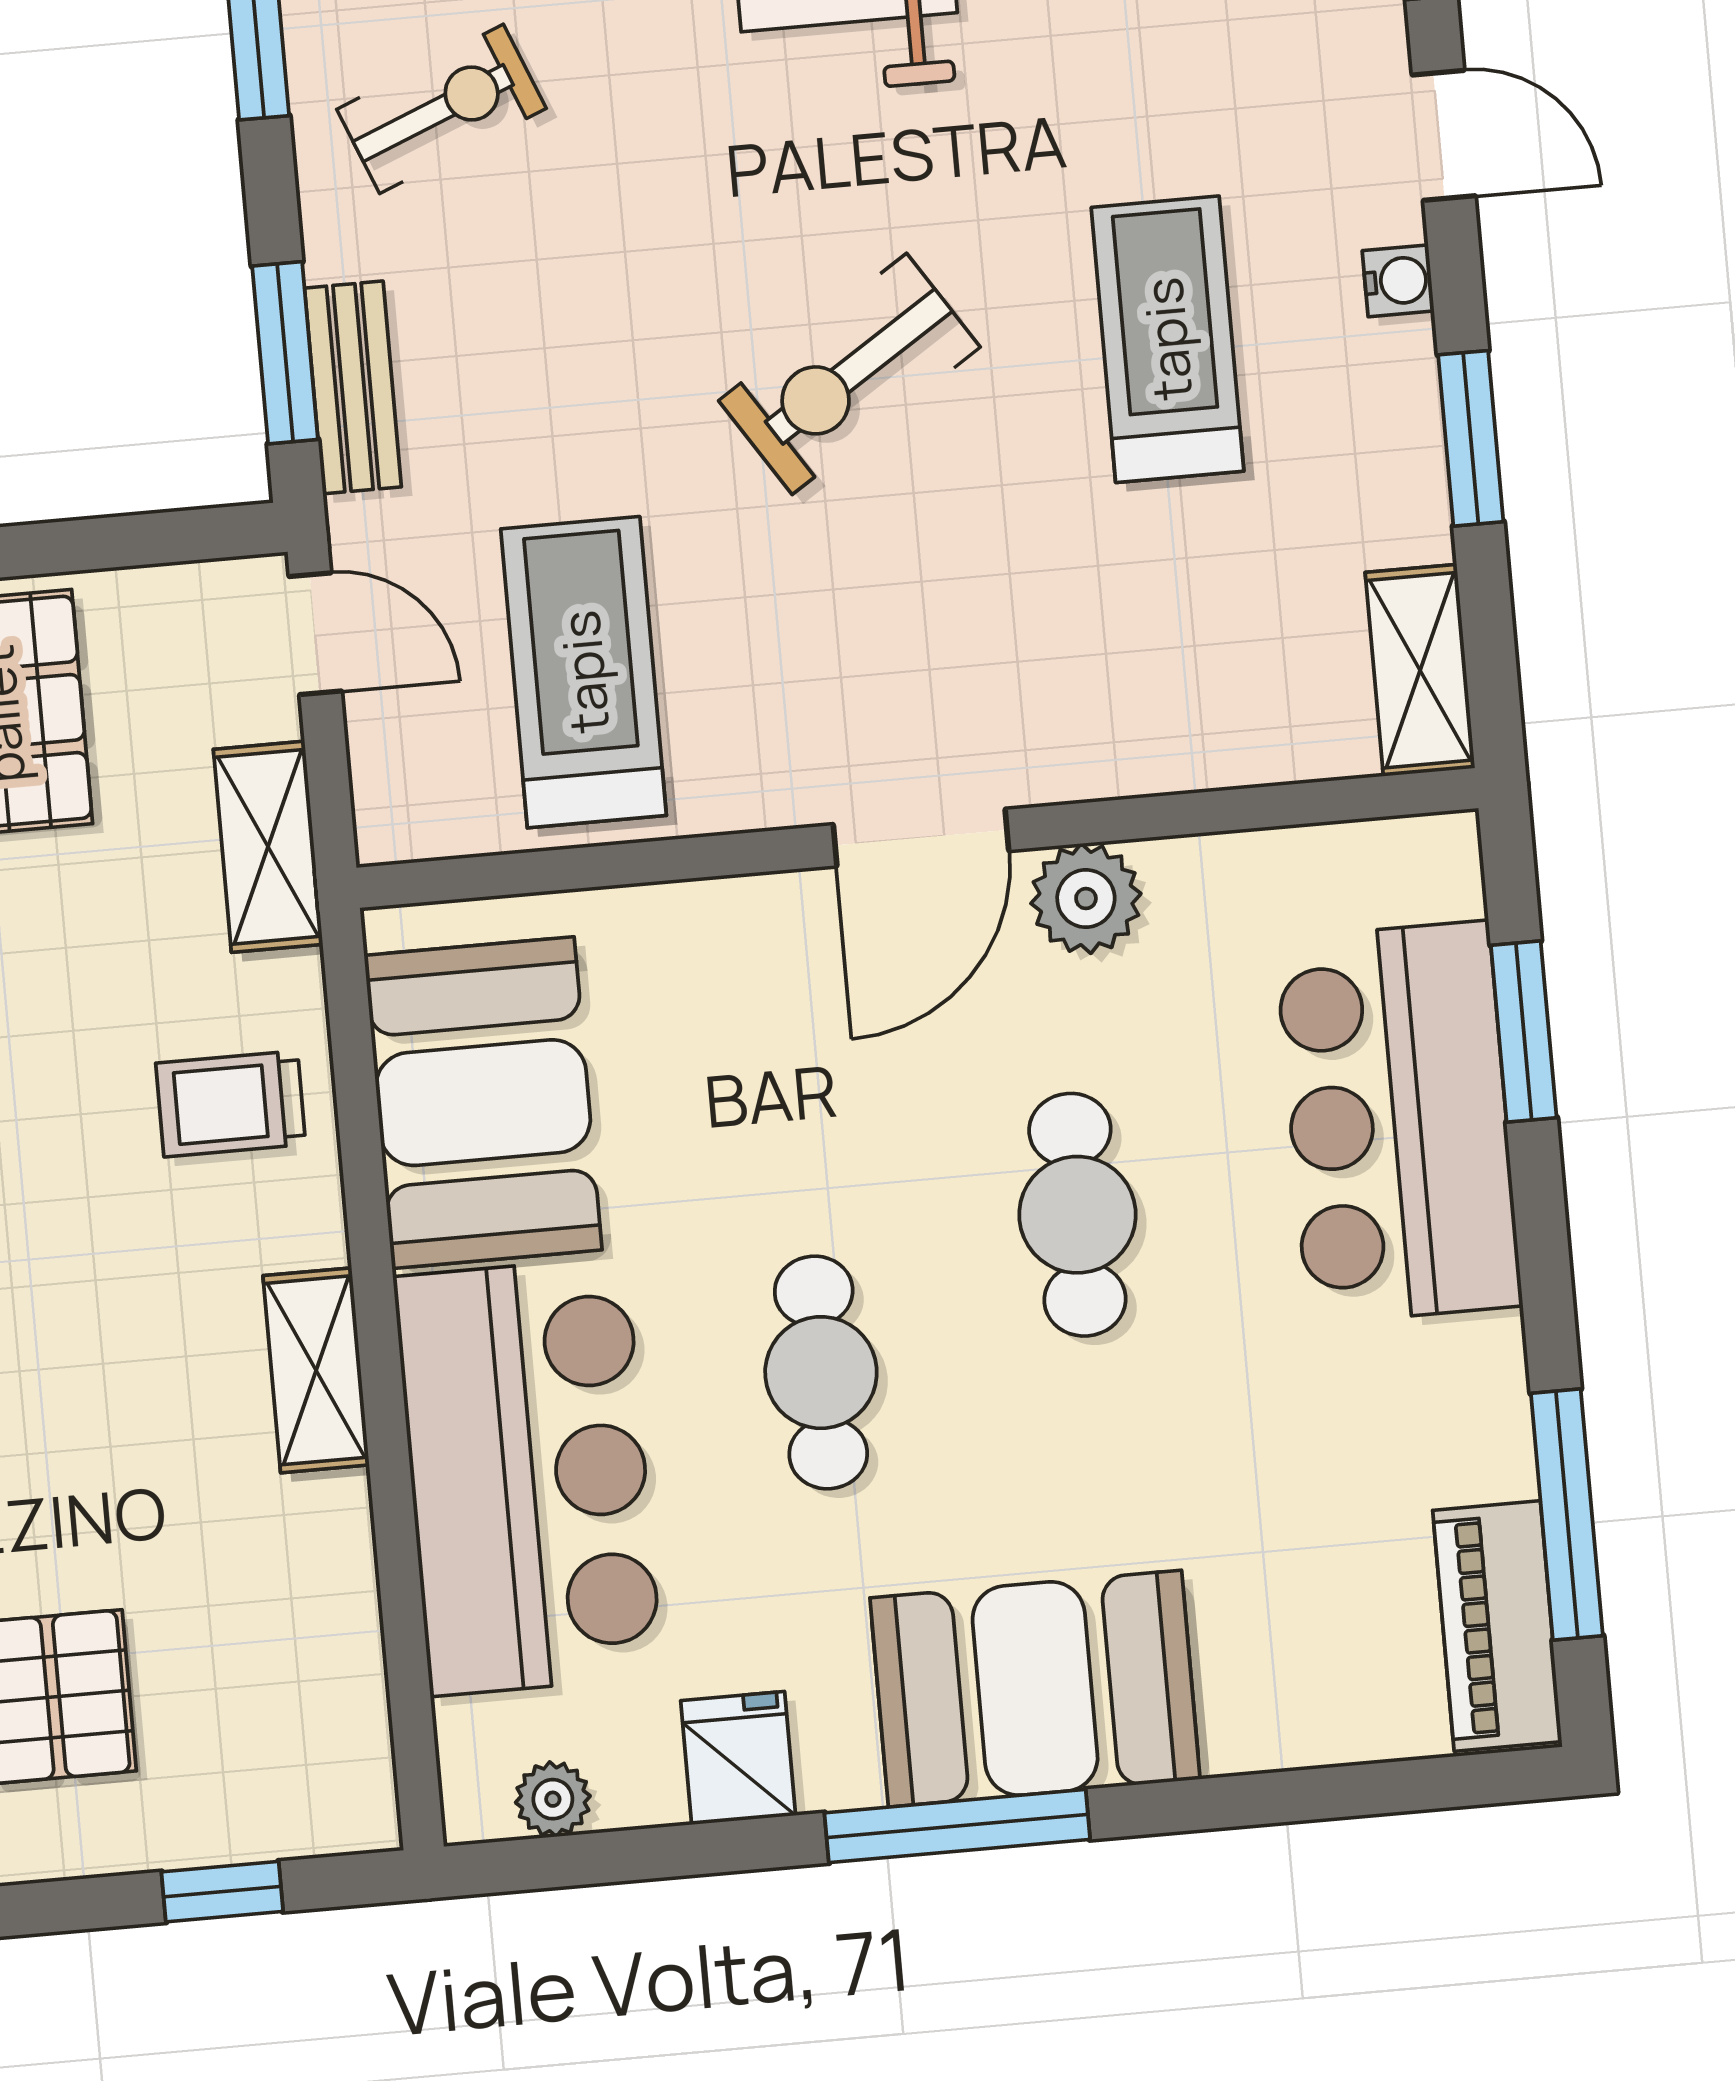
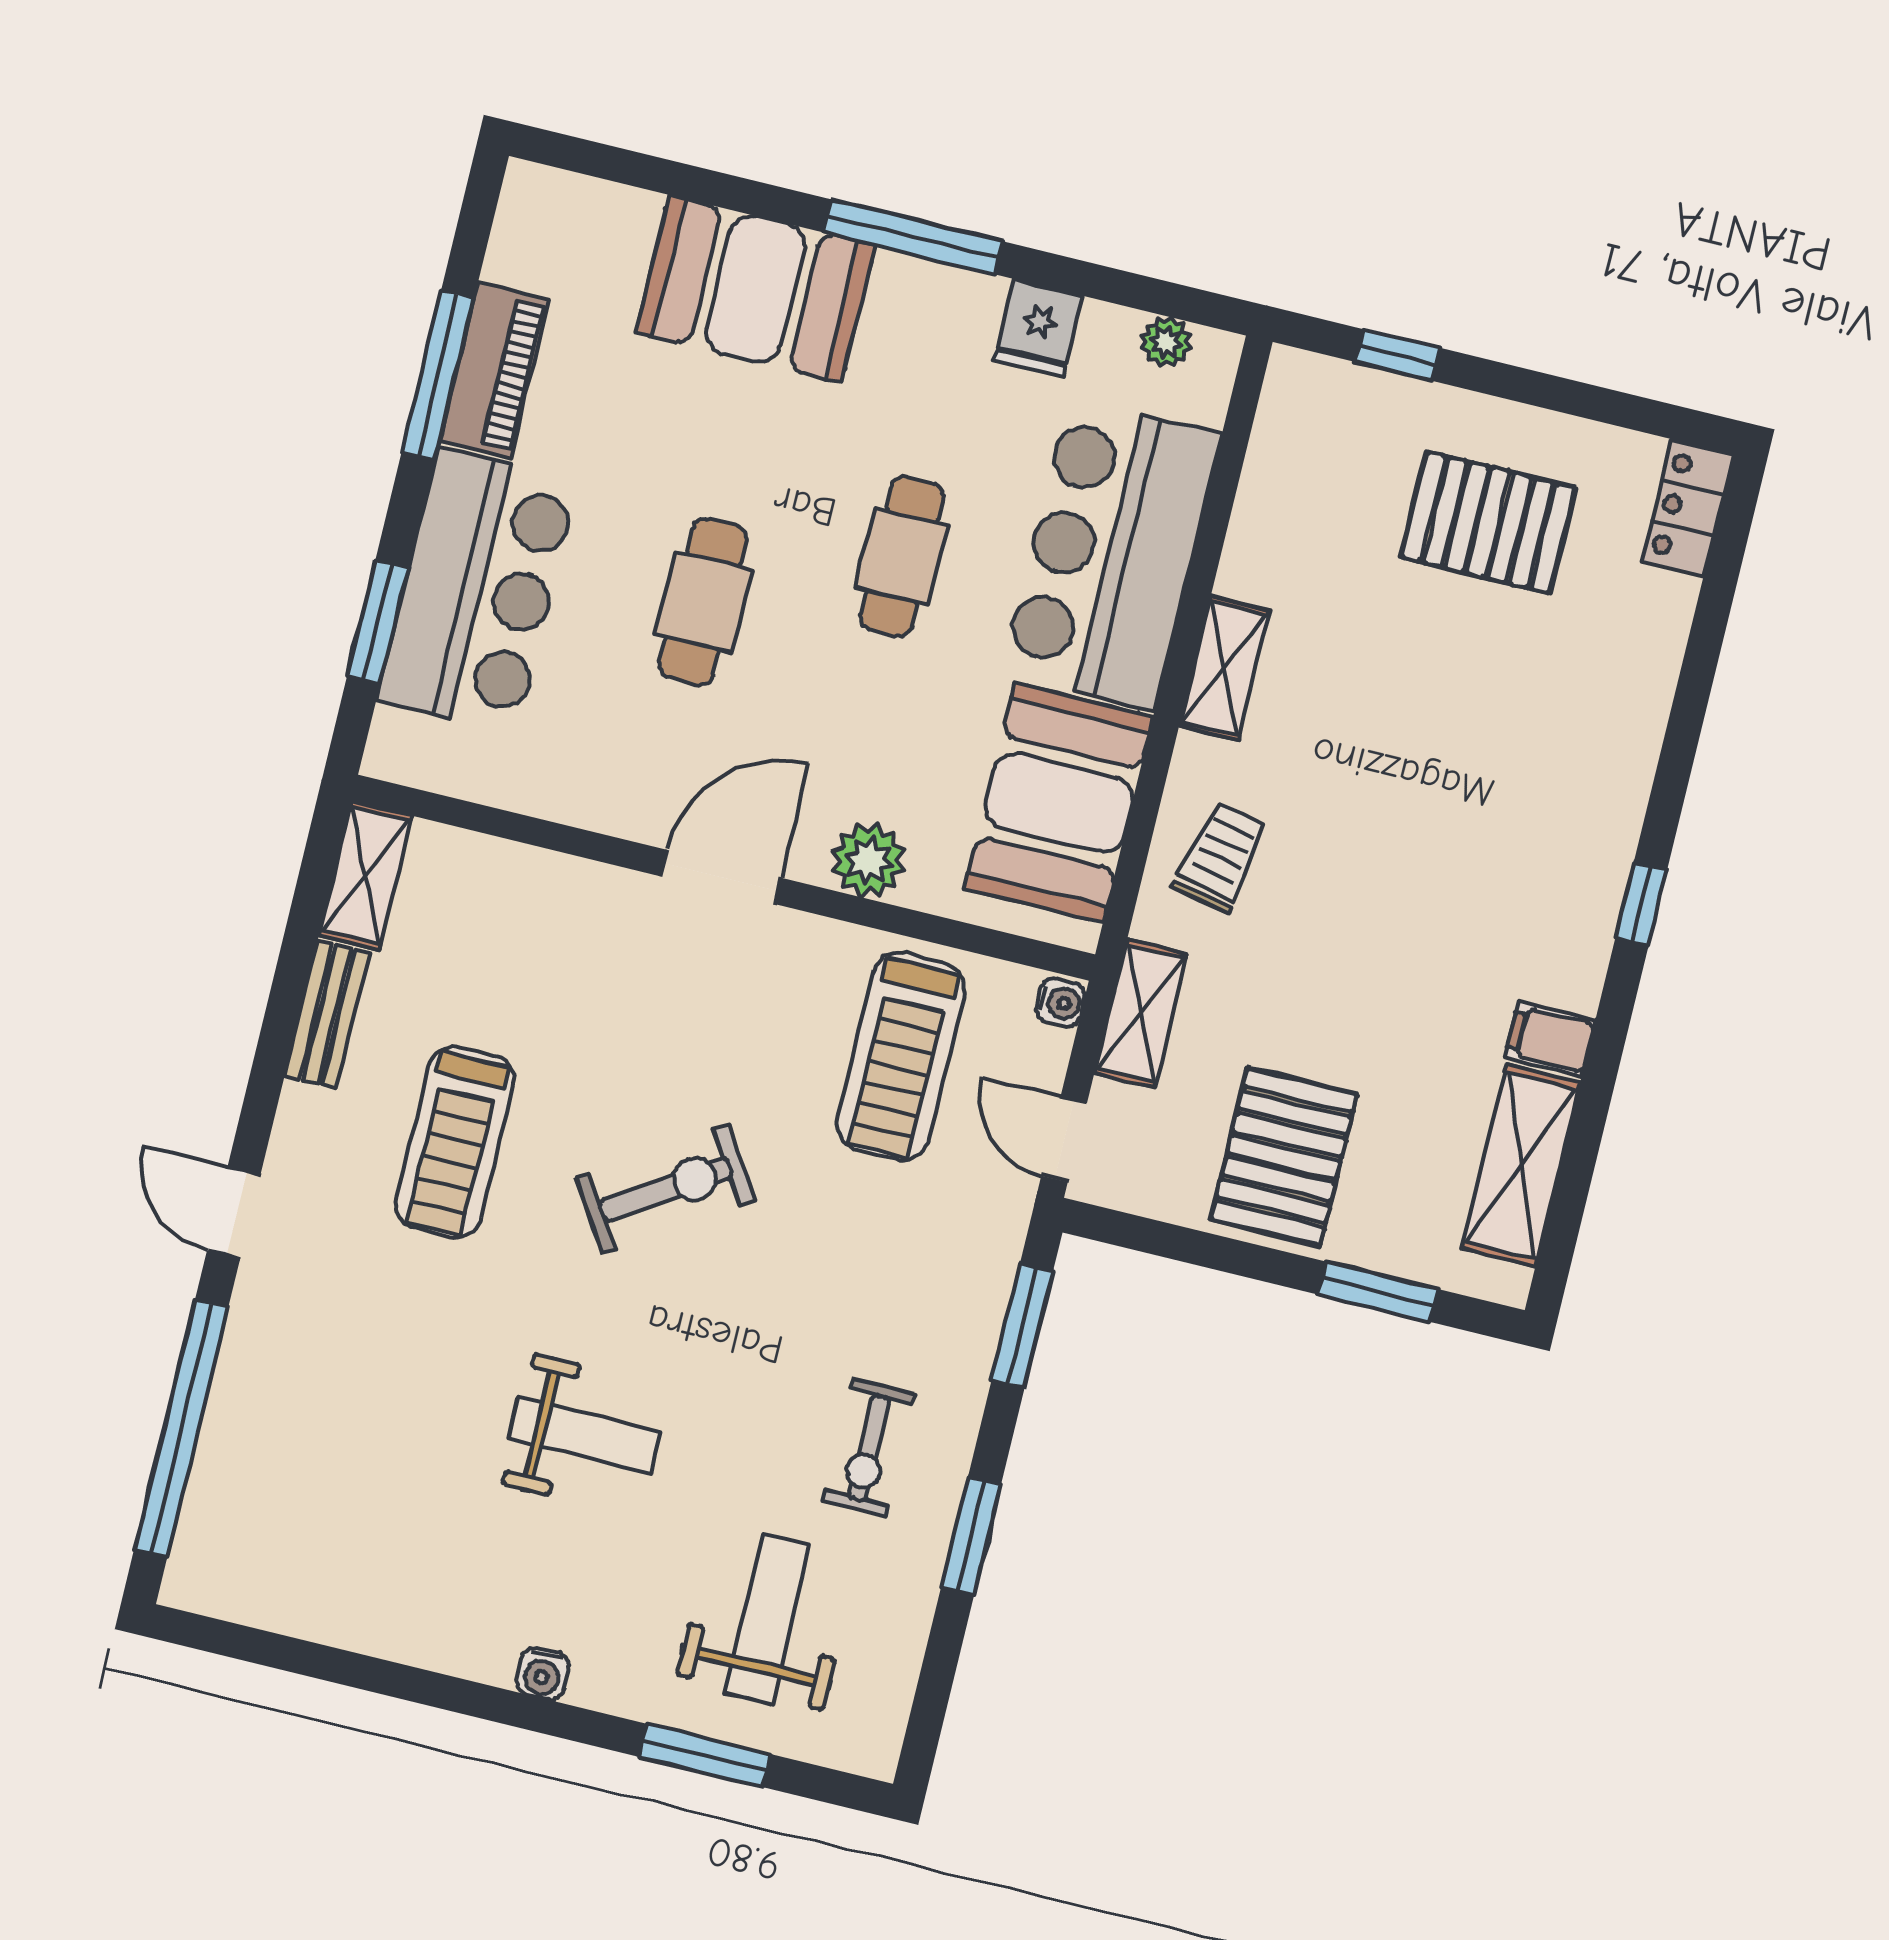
exercise bike: (442, 109) -> (869, 1448), turned -68
water cooler: (1398, 281) -> (1061, 1003), moved, turned 180
bench: (353, 387) -> (327, 1015), moved
window: (1471, 438) -> (282, 1013), removed
plant: (1086, 899) -> (869, 861), moved
trolley: (231, 1104) -> (1221, 857), turned -78
window: (1567, 1515) -> (438, 375), moved
piano: (1497, 1626) -> (494, 370), moved
booth: (1035, 1689) -> (755, 289), moved

